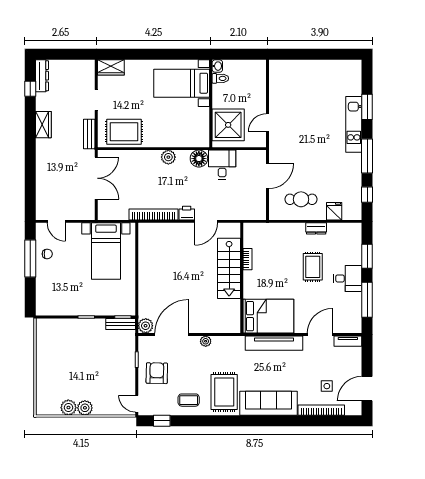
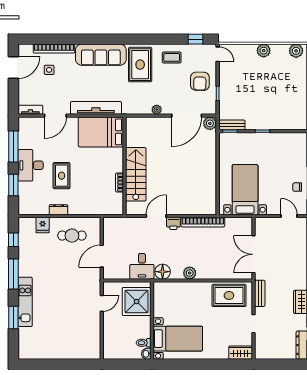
desk: (348, 278) -> (31, 165), width x1.37
plant: (68, 408) -> (296, 51), moved

